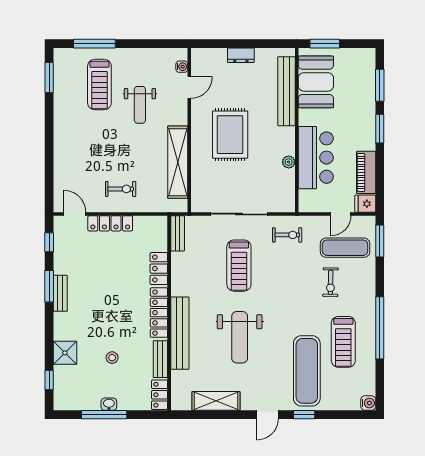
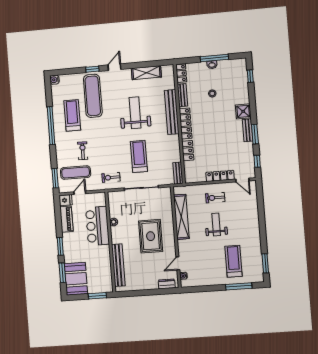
dresser: (241, 55) -> (167, 284), moved
booth: (316, 82) -> (76, 279), moved
weight bench: (140, 105) -> (216, 225), moved
shower: (65, 353) -> (243, 111), moved

